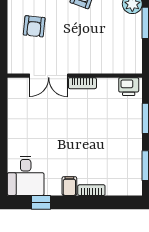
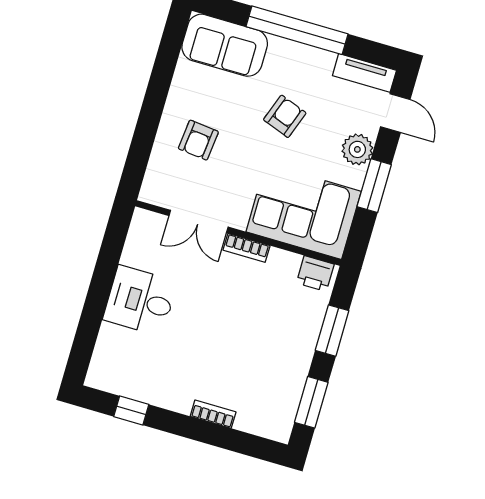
corner sofa: (111, 51) -> (304, 212), added
desk: (26, 176) -> (140, 301), moved, turned 90
filing cabinet: (69, 186) -> (181, 398), removed

